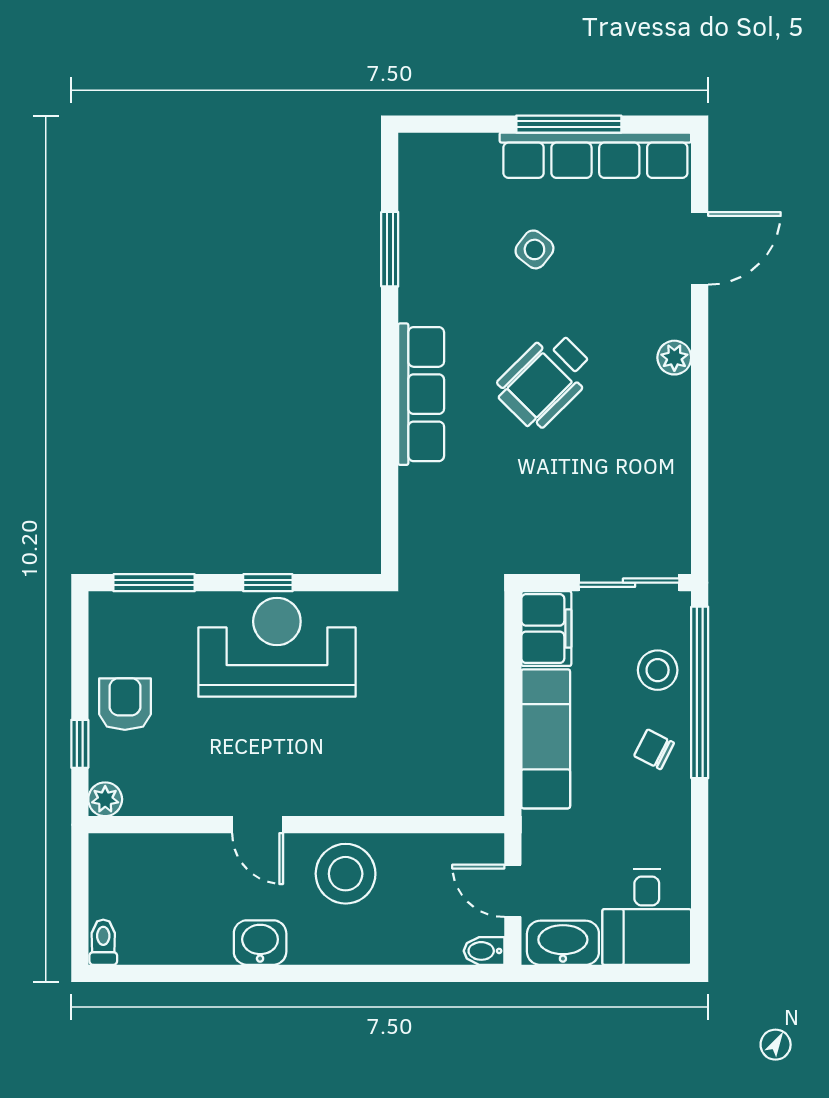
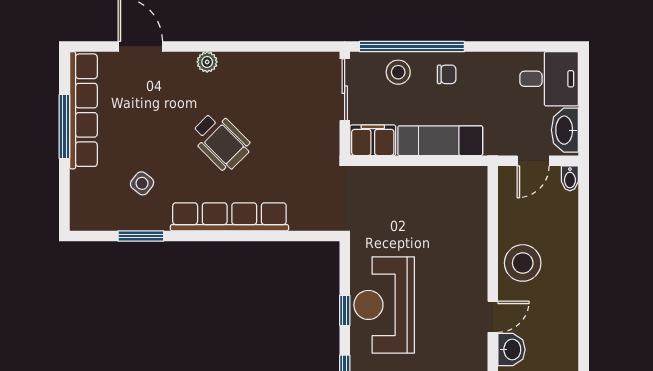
side table: (534, 249) -> (142, 183), moved
row of seats: (421, 394) -> (229, 217), width x1.36
chair: (654, 749) -> (447, 74), turned -117
washbasin: (260, 943) -> (511, 350), moved, turned 180

